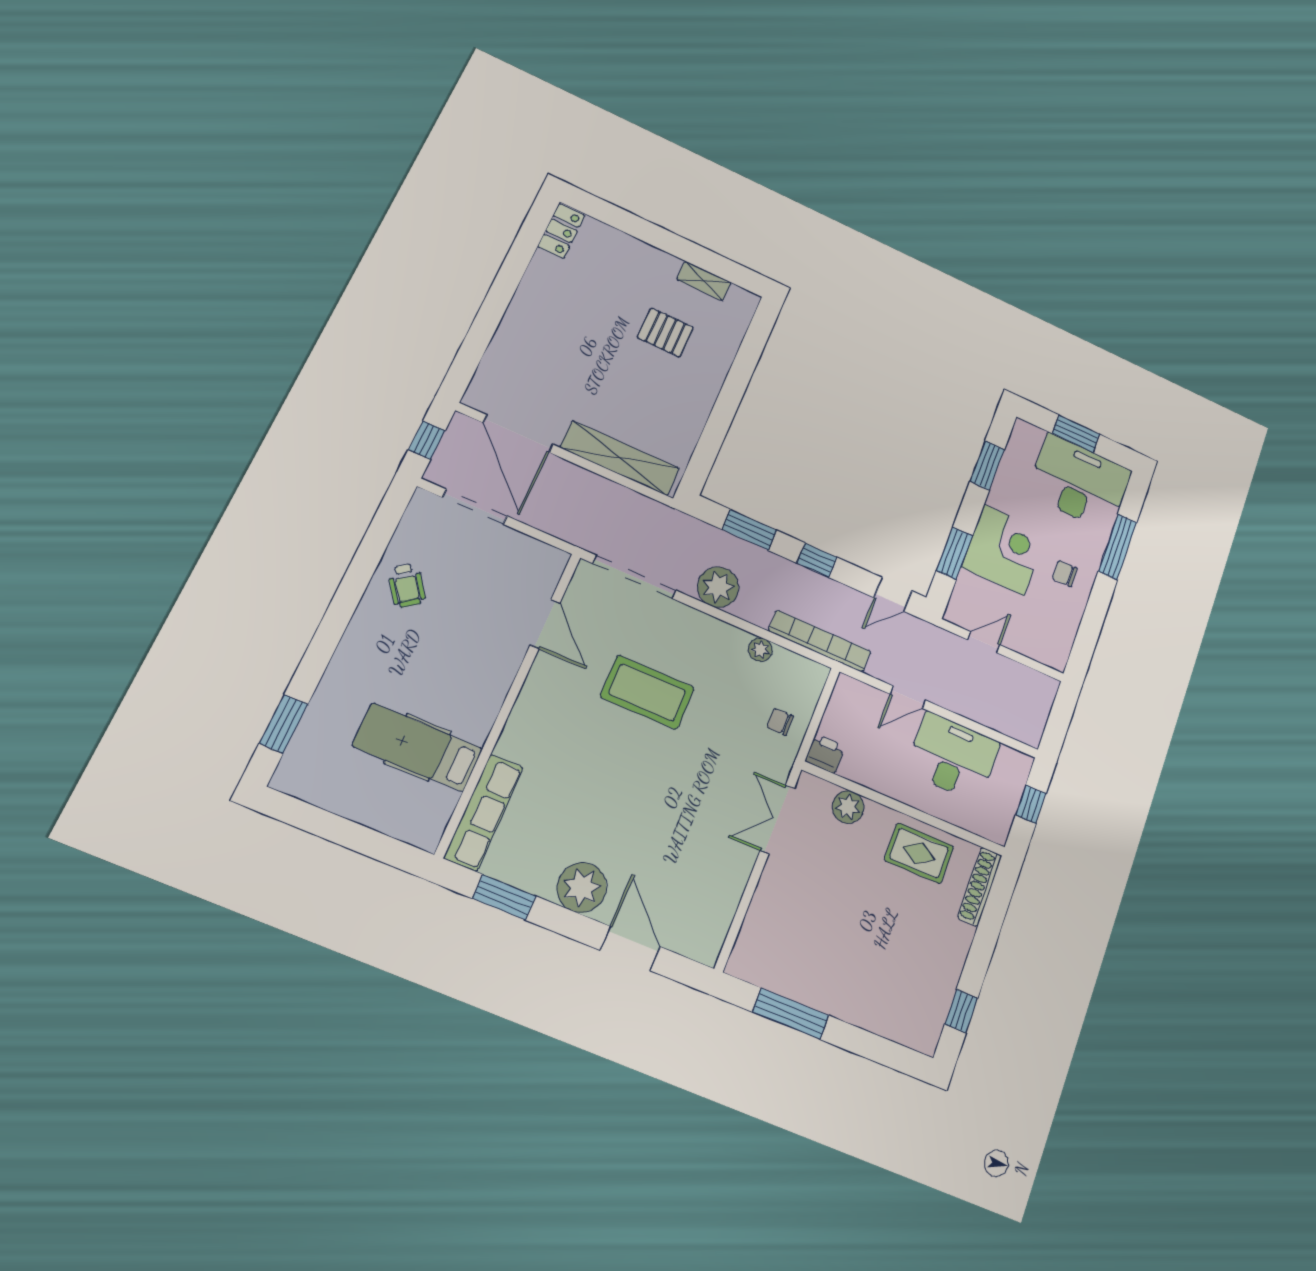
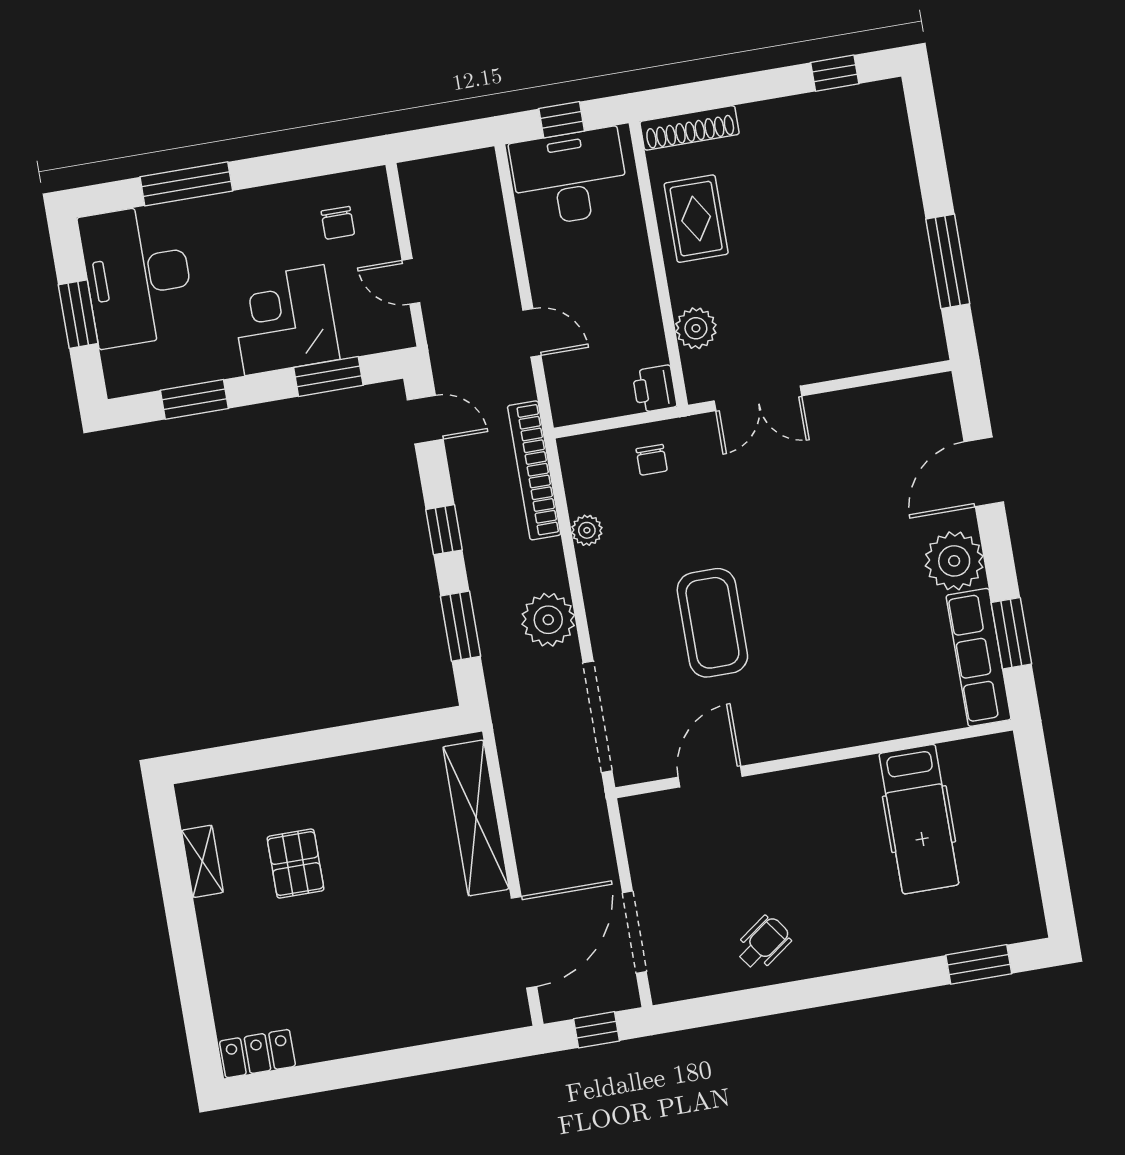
chair: (1065, 573) -> (338, 223), moved
desk: (953, 757) -> (570, 177), moved, turned 90
row of seats: (484, 812) -> (979, 657), moved, turned -90

